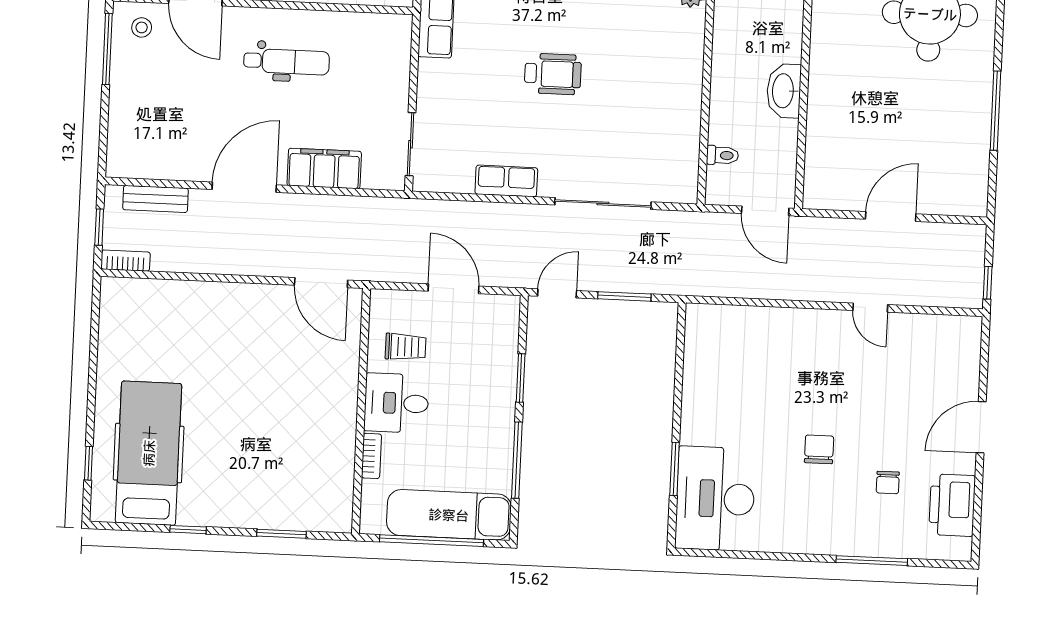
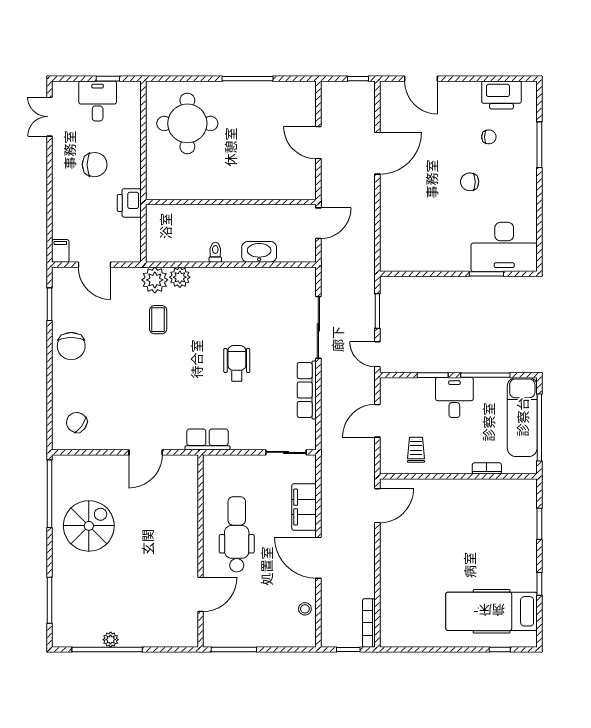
stool: (142, 27) -> (305, 609), moved
dental chair: (286, 62) -> (237, 534), width x1.36, depth x1.38
washbasin: (784, 91) -> (259, 252), moved, turned 180
toilet: (722, 155) -> (215, 252), moved
row of seats: (506, 181) -> (307, 390), width x1.48
bench: (155, 199) -> (328, 614), removed
bookcase: (125, 261) -> (369, 623), width x1.56
door: (870, 308) -> (377, 153), width x1.87
desk: (396, 403) -> (454, 398), moved, turned 180
door: (981, 427) -> (421, 79), moved

